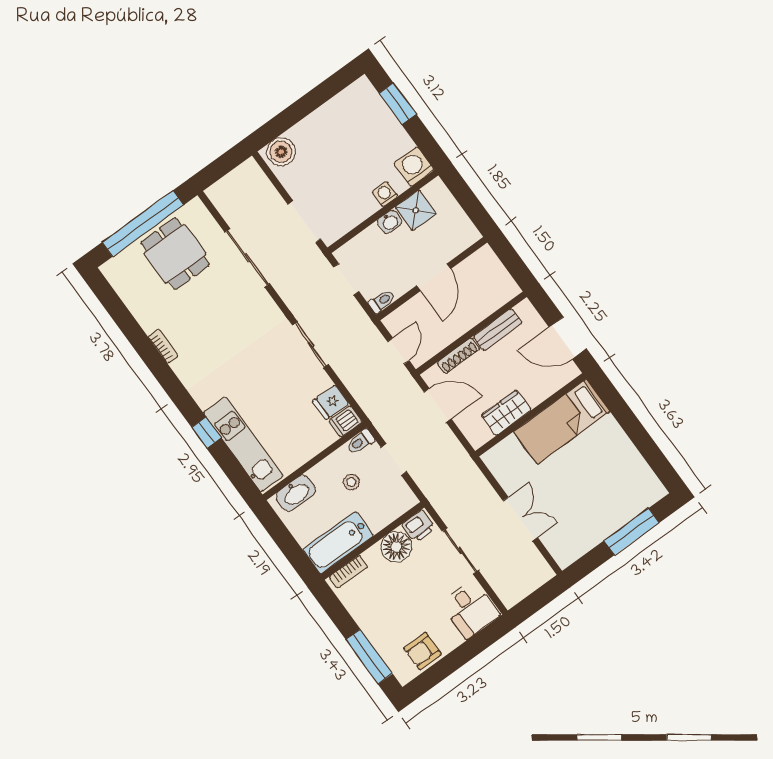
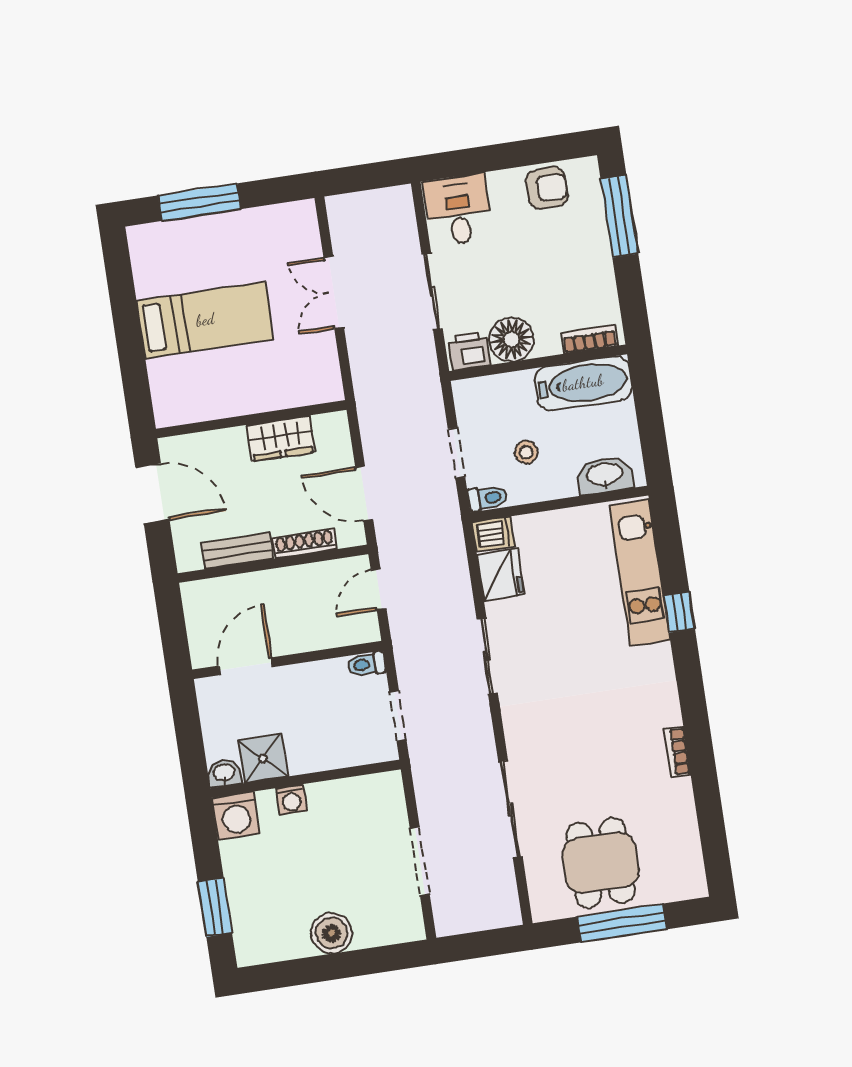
boiler: (281, 152) -> (332, 933), moved
doorway: (304, 222) -> (420, 861), moved
washbasin: (390, 222) -> (224, 773), moved
window: (143, 224) -> (622, 923), width x0.68
door: (434, 277) -> (246, 666), moved
fridge: (331, 402) -> (501, 575), width x1.38
bed: (562, 421) -> (205, 320), moved

